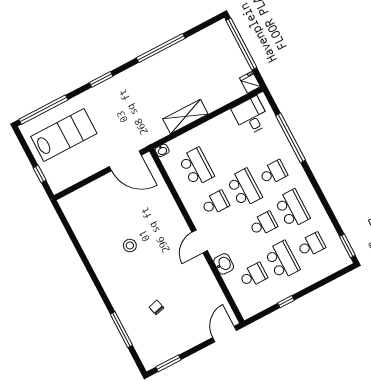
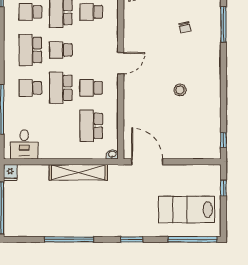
shelving: (185, 116) -> (78, 172), width x1.47
window: (64, 220) -> (223, 140), added
washbasin: (224, 264) -> (111, 34), removed

